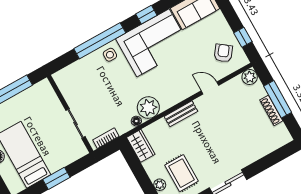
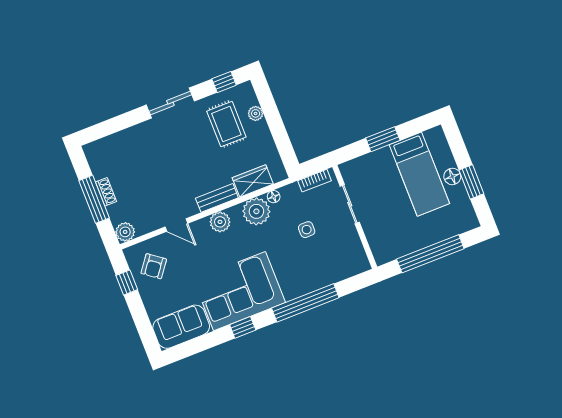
side table: (110, 55) -> (307, 230), moved
plant: (176, 95) -> (220, 222), added
shoe rack: (271, 110) -> (106, 192), width x0.70
wardrobe: (141, 146) -> (253, 181), moved, turned 90

